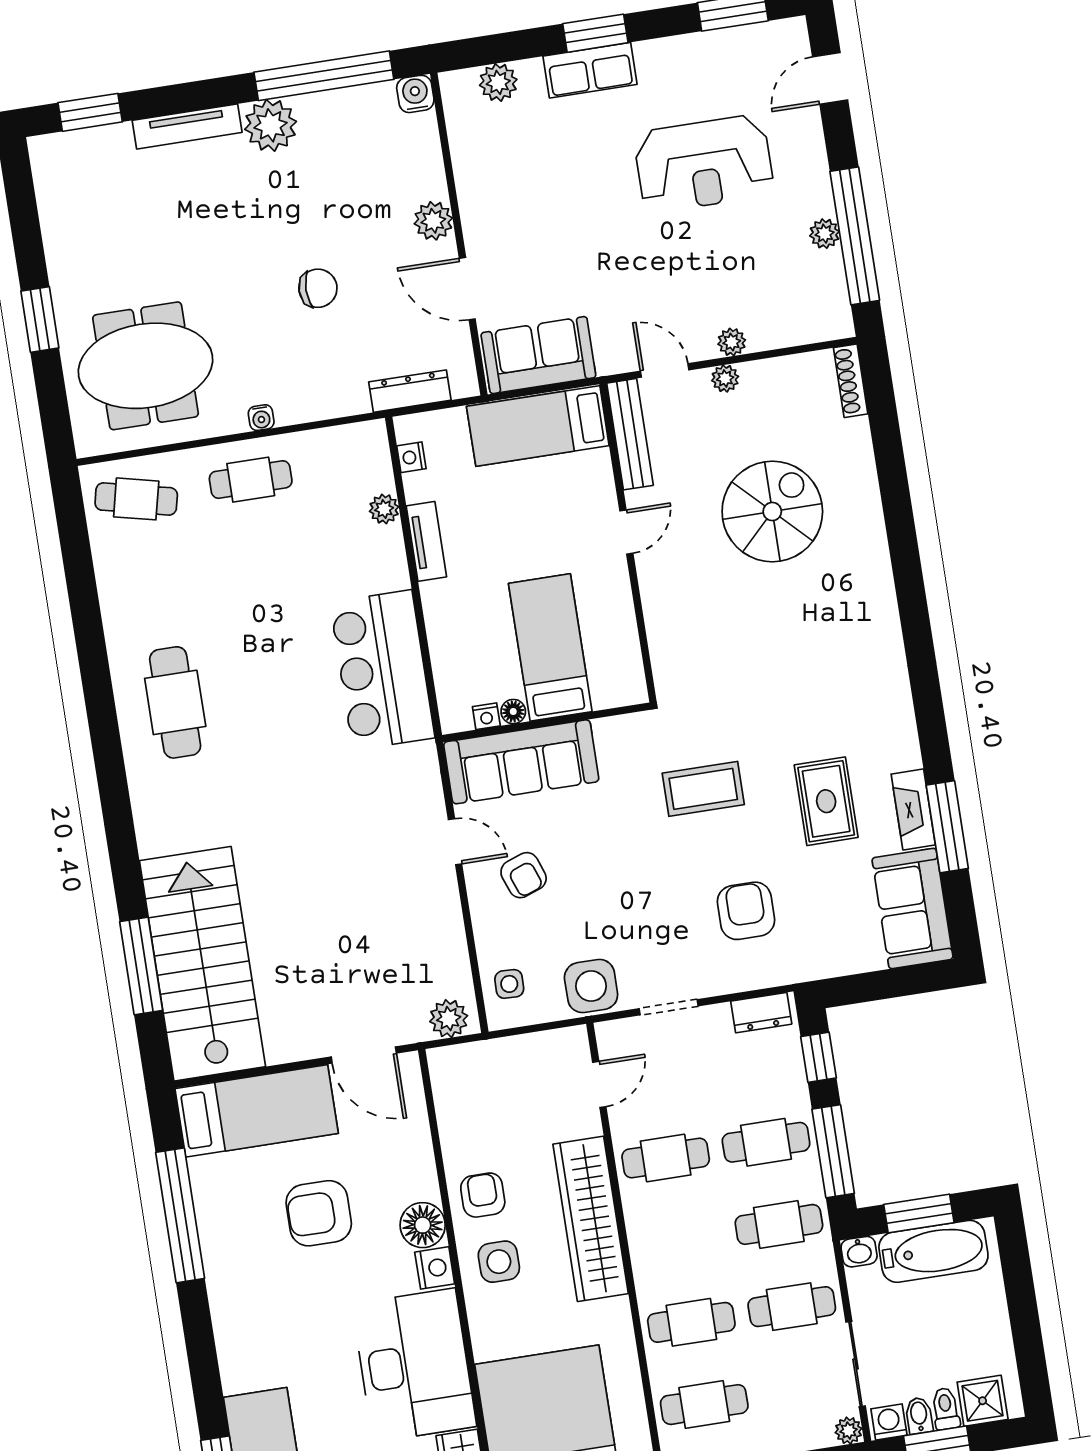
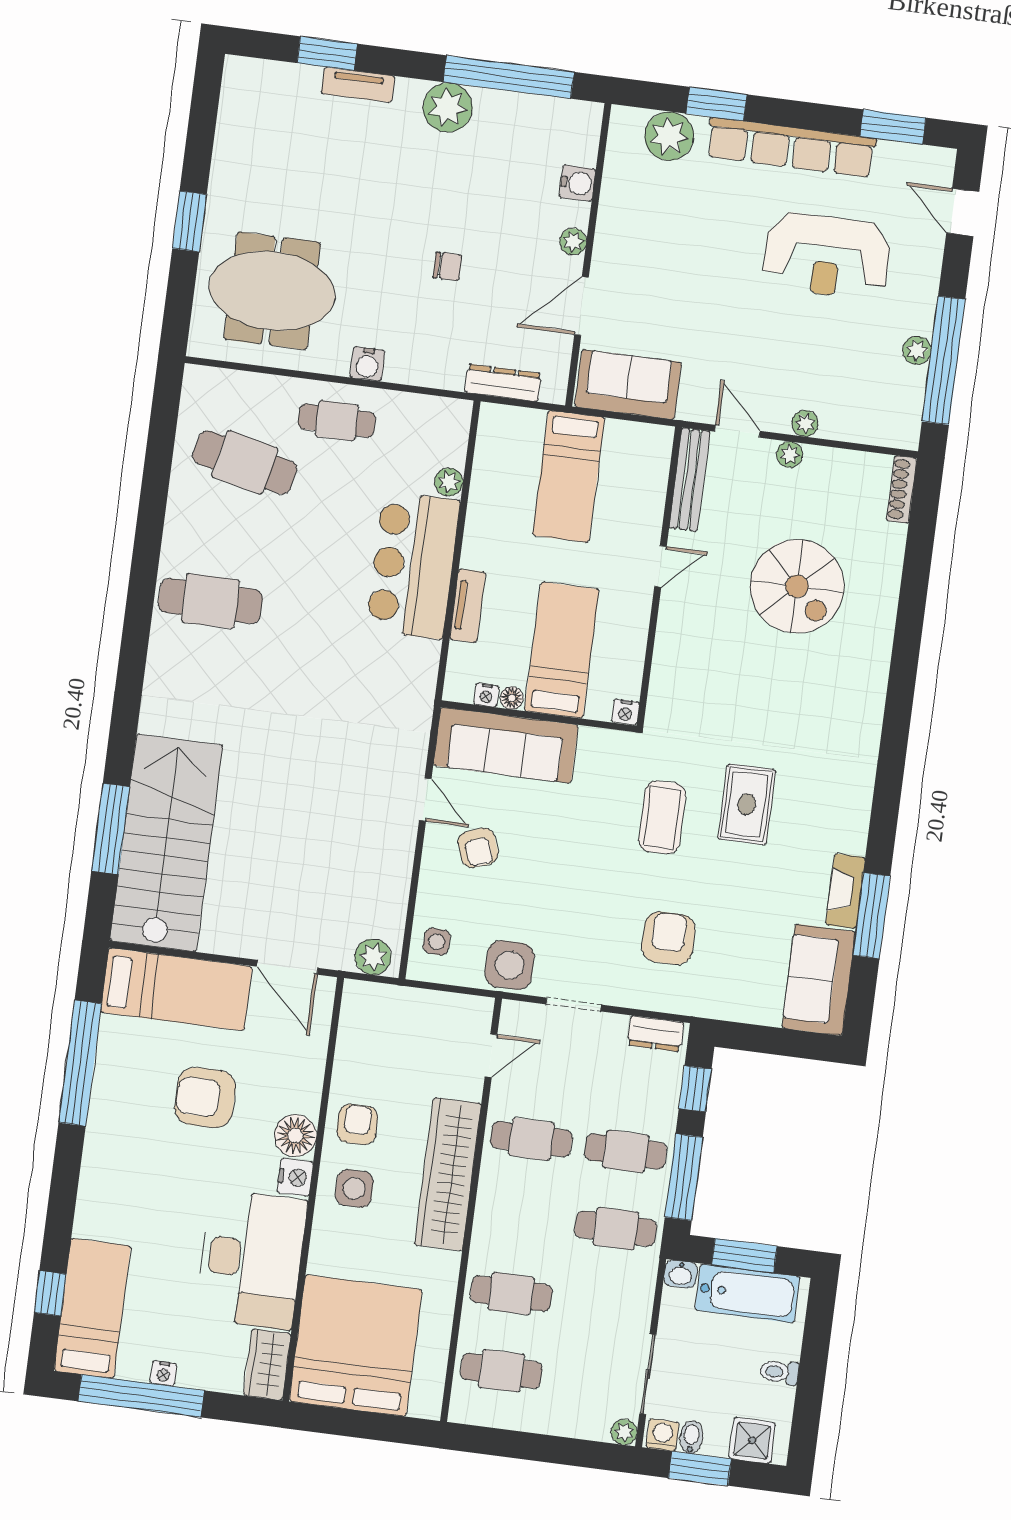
window: (595, 33) -> (716, 104), moved
row of seats: (590, 70) -> (791, 147), width x2.02
door: (830, 78) -> (963, 212), hinge flipped
plant: (498, 82) -> (669, 136), width x1.36, depth x1.36
water cooler: (415, 94) -> (577, 183), moved, turned 90
window: (90, 112) -> (327, 53), moved
tv unit: (187, 126) -> (358, 85), width x0.71
plant: (433, 221) -> (573, 242), width x0.73, depth x0.73
chair: (318, 288) -> (447, 266), width x0.73, depth x0.73
door: (467, 289) -> (582, 306), hinge flipped
water cooler: (261, 418) -> (367, 364), width x1.38, depth x1.38
bed: (538, 426) -> (569, 476), moved, turned -90
nightstand: (411, 457) -> (625, 712), moved, turned -90
cafe table: (136, 499) -> (245, 462), moved, width x1.37, depth x1.35
spiral stairs: (772, 511) -> (797, 586), turned 90
tv unit: (426, 541) -> (468, 606), moved
bar counter: (382, 670) -> (413, 565), moved
cafe table: (175, 702) -> (210, 601), turned 90
coffee table: (703, 789) -> (662, 817), turned 90
rug: (826, 801) -> (747, 804), moved
cafe table: (792, 1307) -> (606, 1306), removed
toilet: (946, 1409) -> (779, 1372), moved, turned -90

